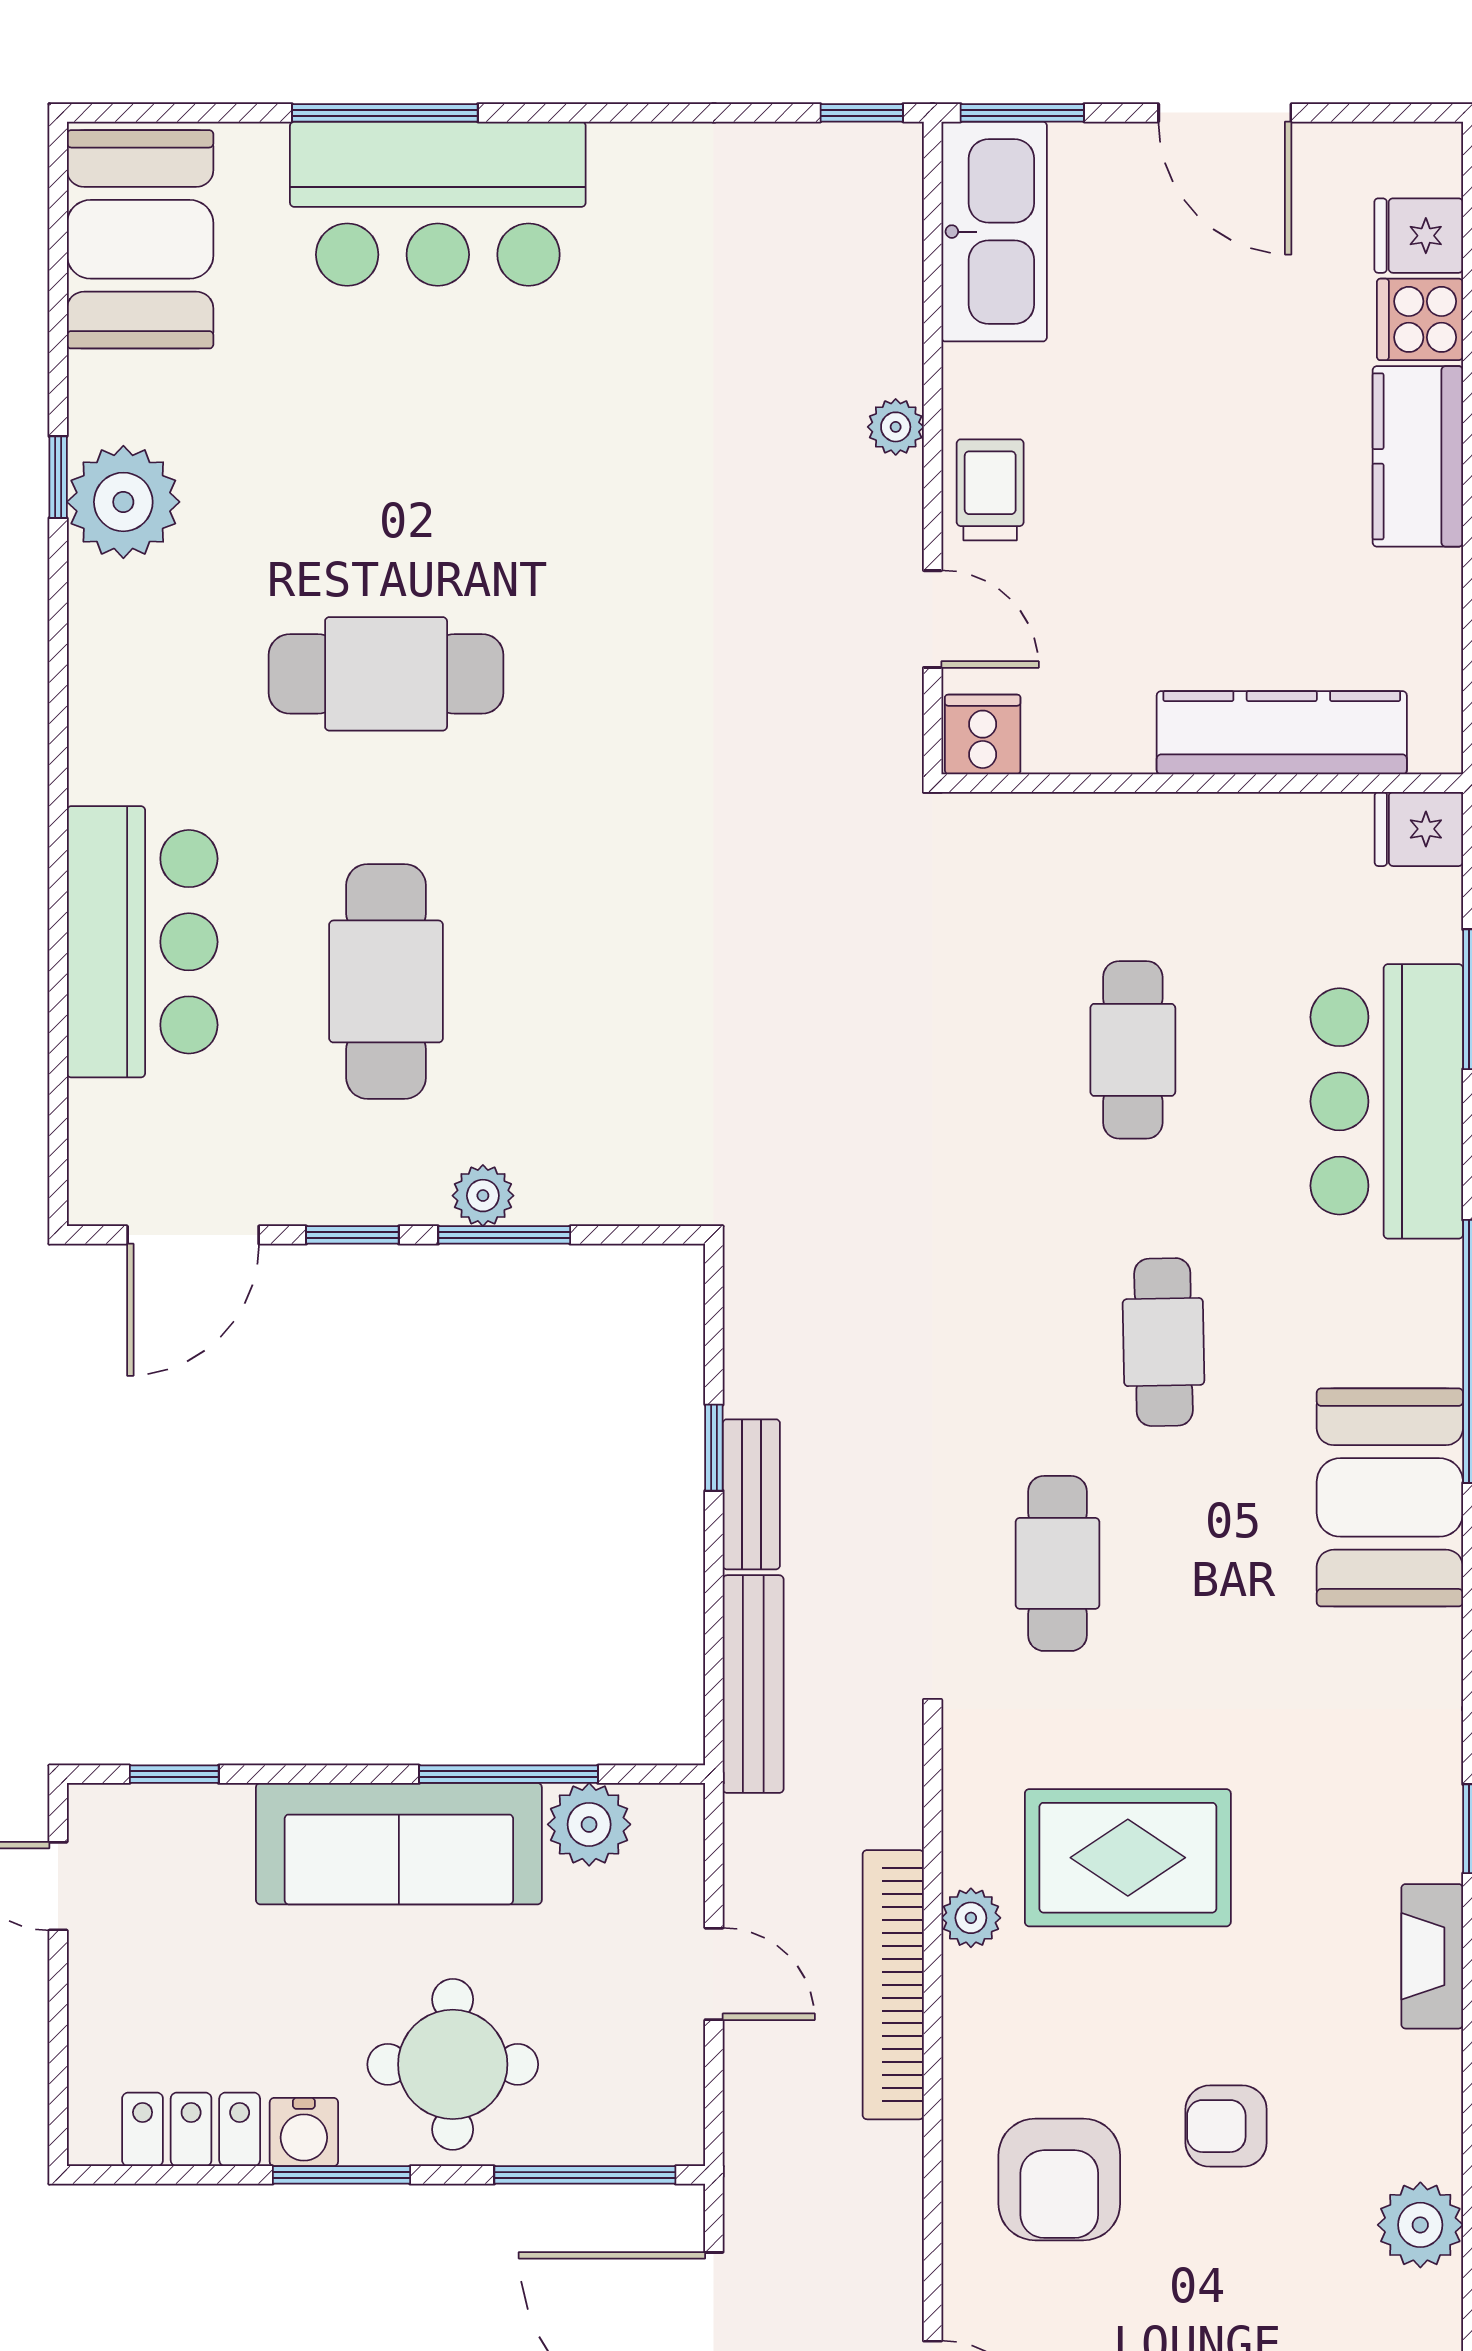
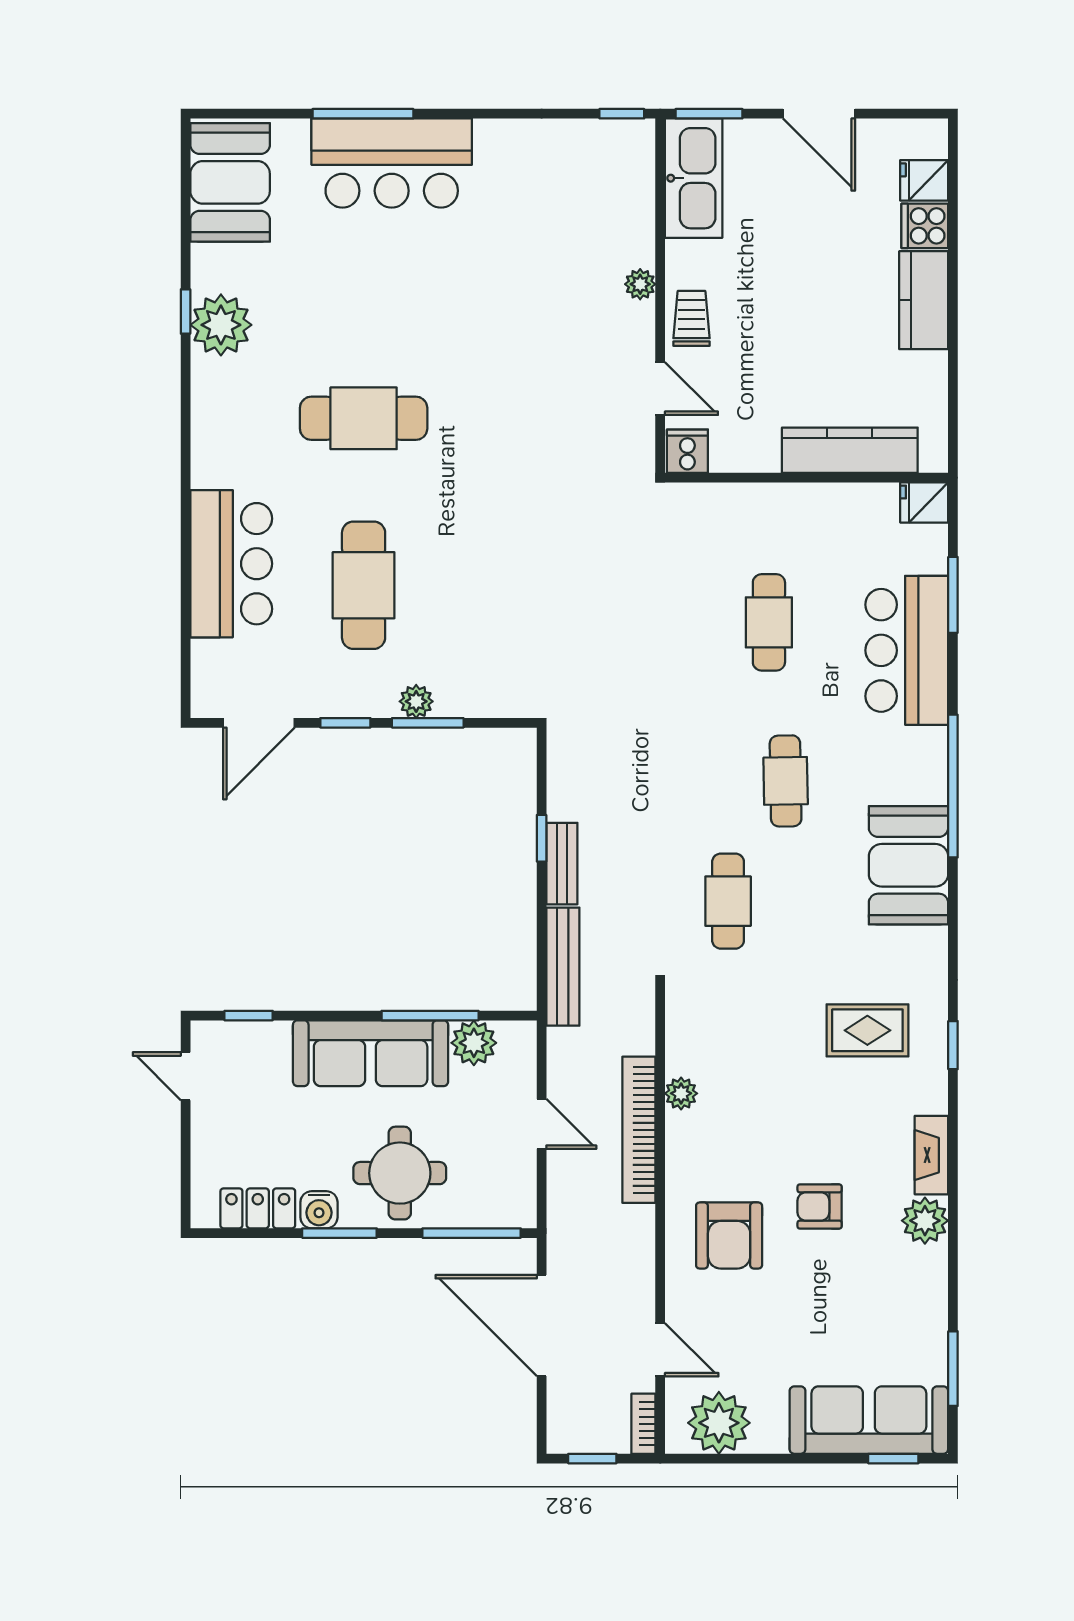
rug: (1128, 1858) -> (867, 1030), moved, width x0.73, depth x0.70
fireplace: (1432, 1956) -> (931, 1155), moved
plant: (1420, 2225) -> (925, 1221), moved

